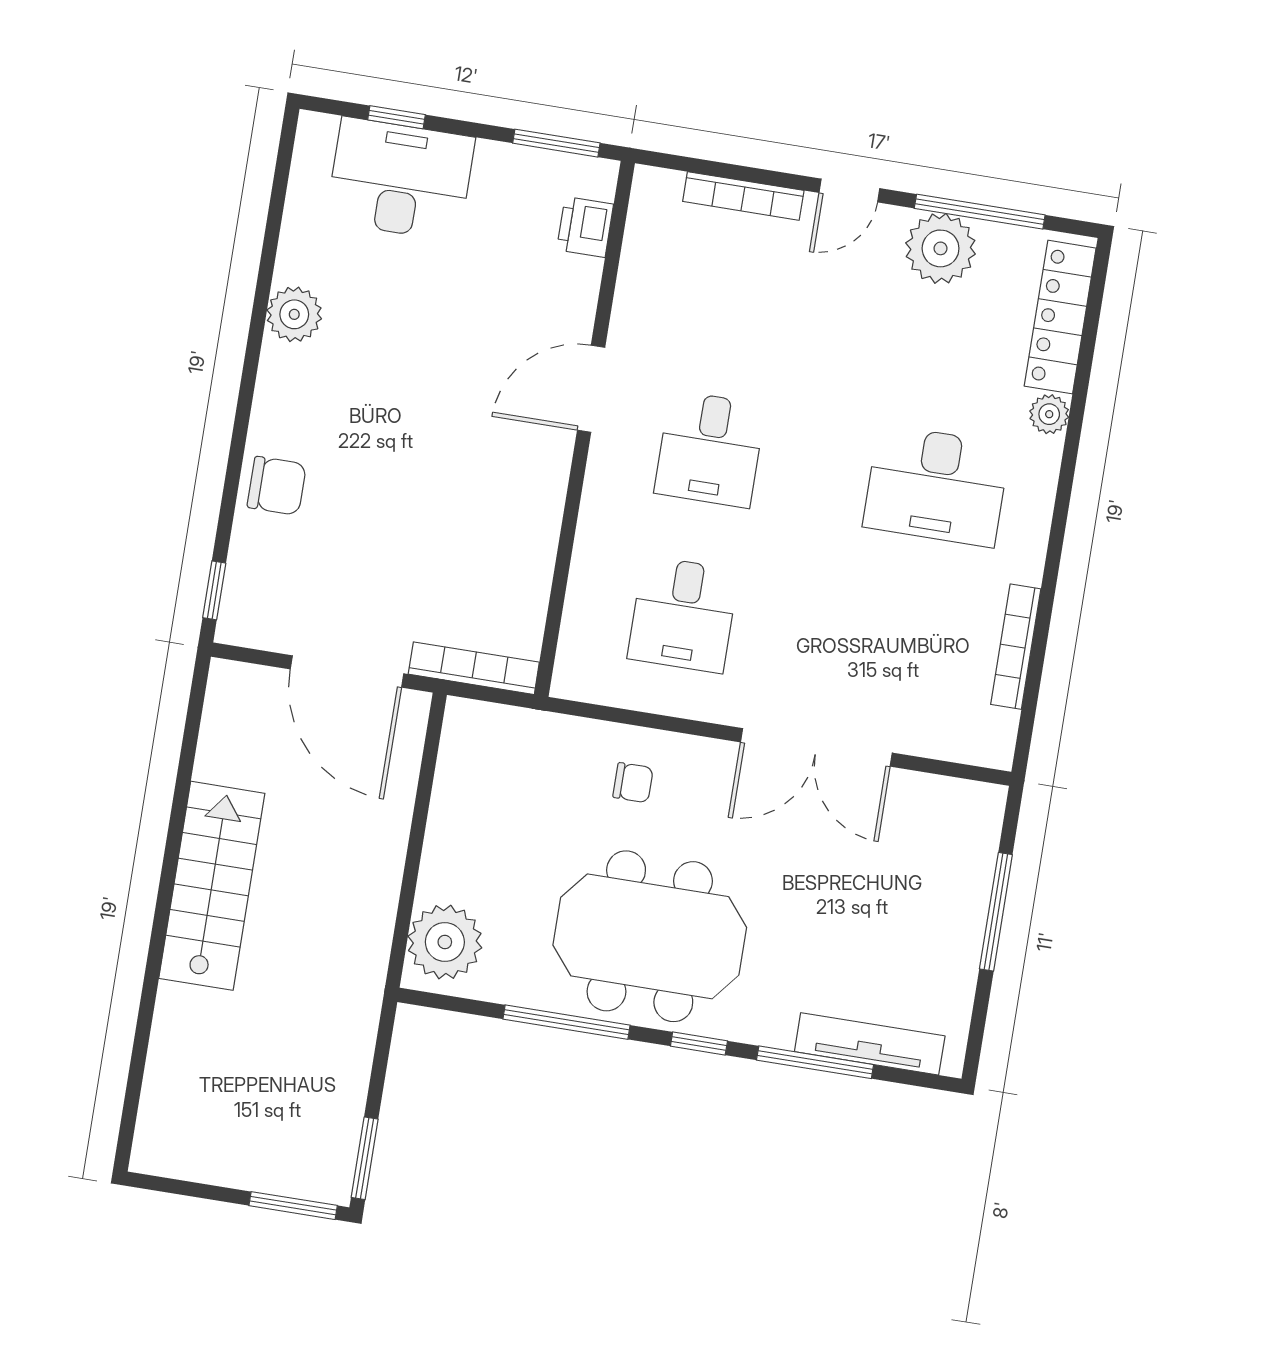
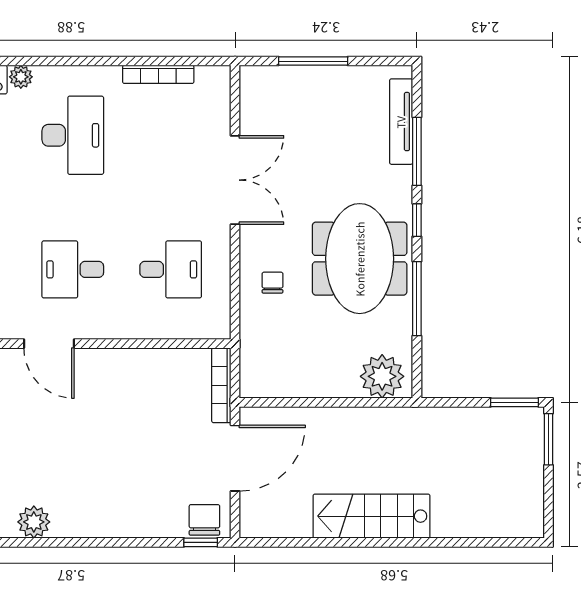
desk: (710, 449) -> (73, 269), turned 180
chair: (277, 486) -> (204, 520), moved

